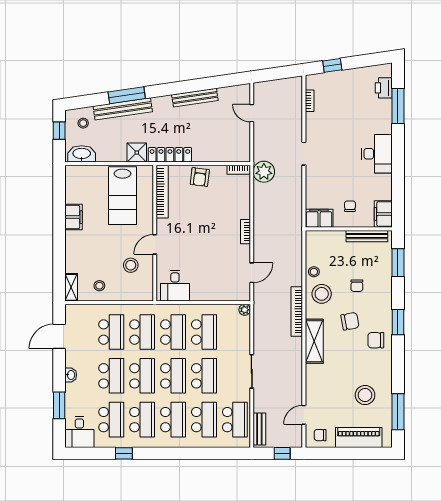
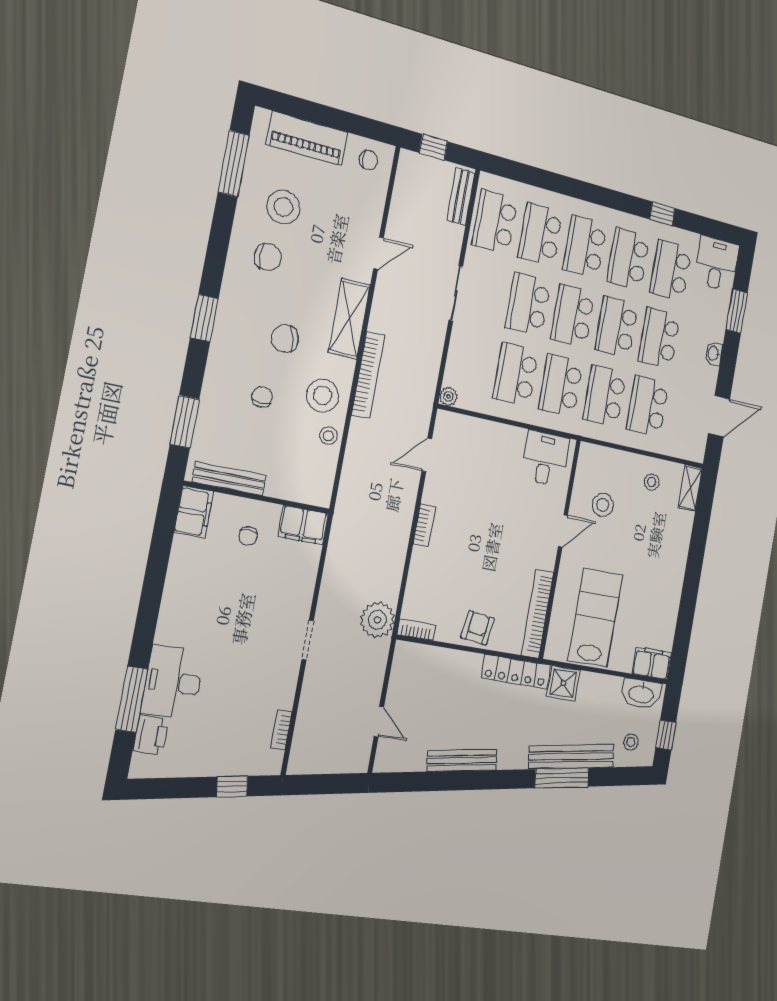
desk: (377, 154) -> (173, 682), moved
filing cabinet: (74, 217) -> (652, 663), moved, turned 90
chair: (376, 340) -> (268, 257), moved
door: (304, 415) -> (379, 253), moved

